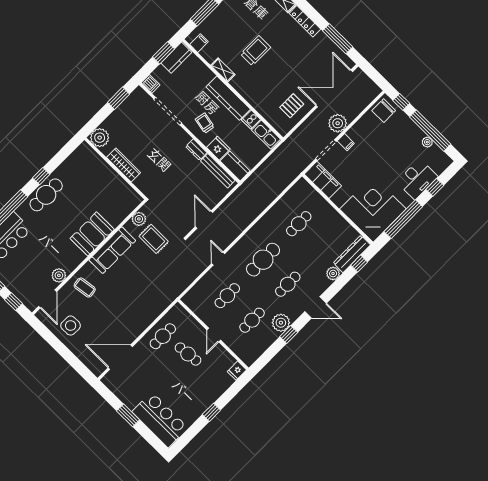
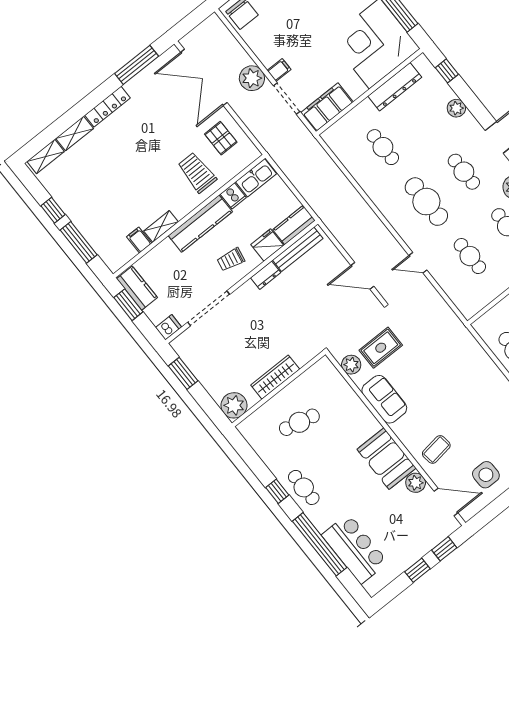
filing cabinet: (199, 43) -> (139, 240), moved
trolley: (256, 51) -> (197, 173), moved
cafe table: (93, 186) -> (299, 422), added
cafe table: (46, 195) -> (304, 487), width x0.73, depth x0.74
booth: (92, 234) -> (387, 459), moved
sofa: (112, 250) -> (384, 399), width x0.73
dresser: (352, 254) -> (395, 87), moved, turned -90

